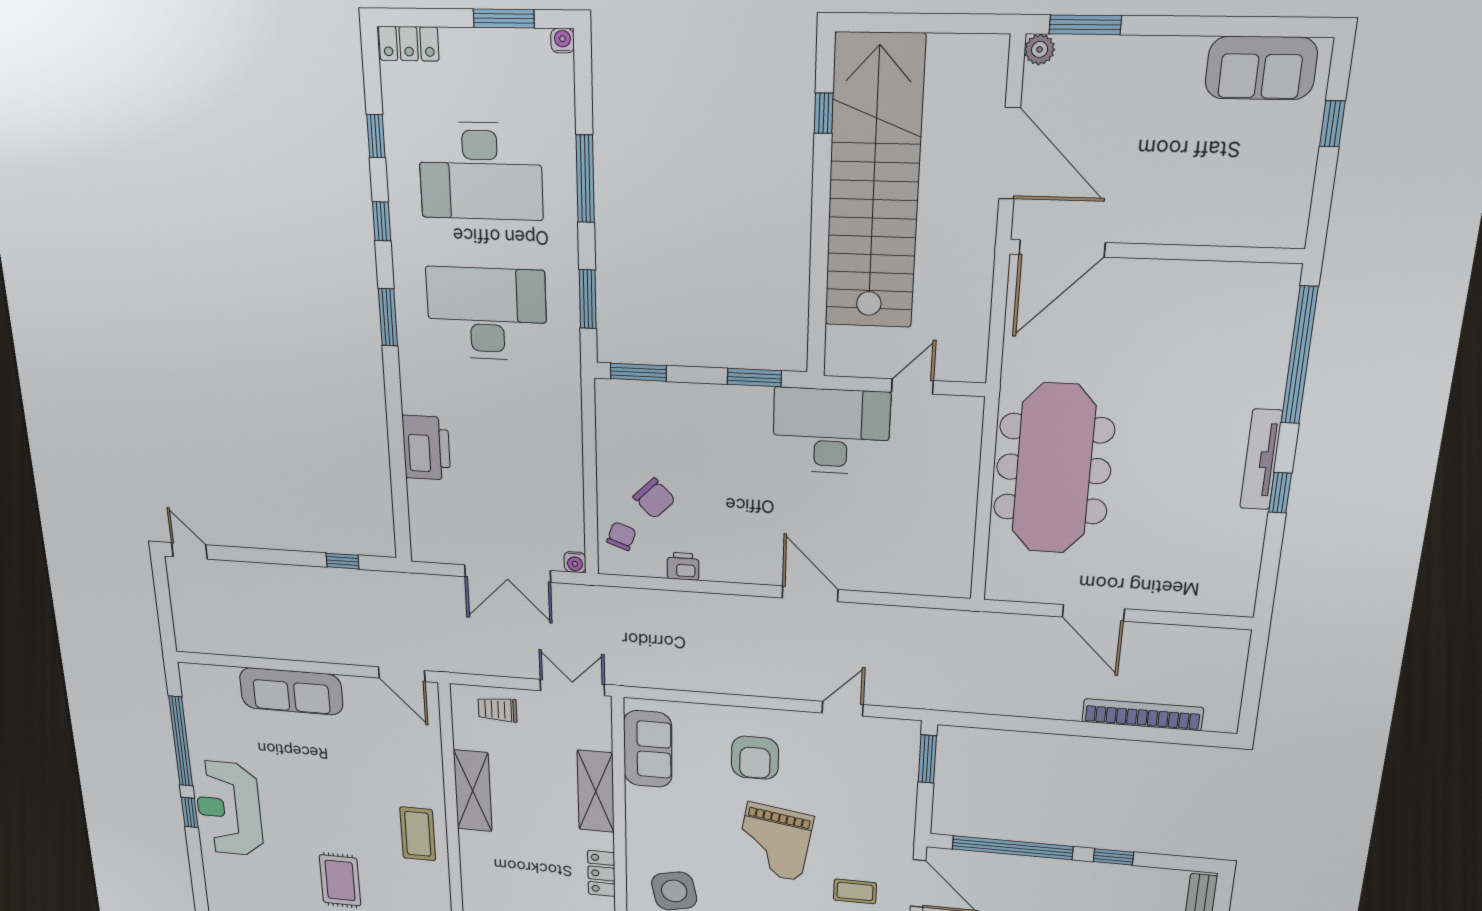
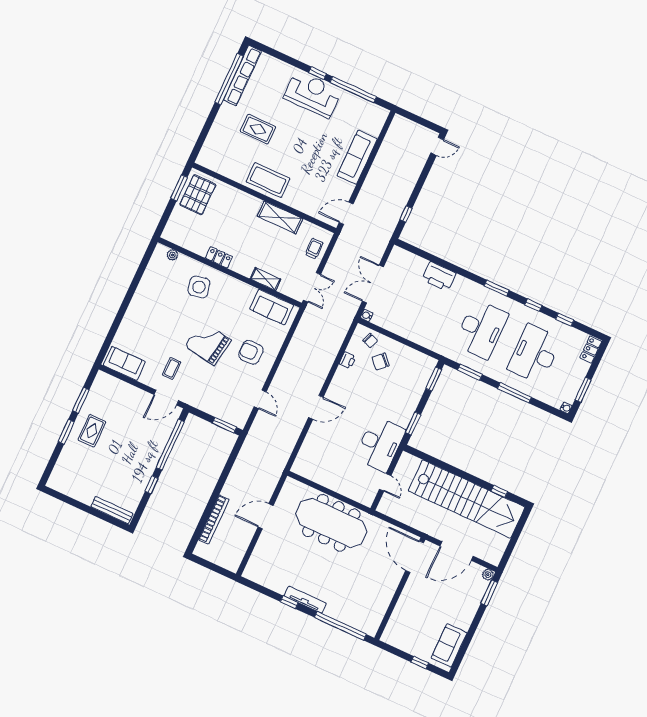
shelving: (596, 791) -> (265, 279), width x0.67, depth x0.75
coffee table: (418, 834) -> (268, 180), width x1.36, depth x1.32

